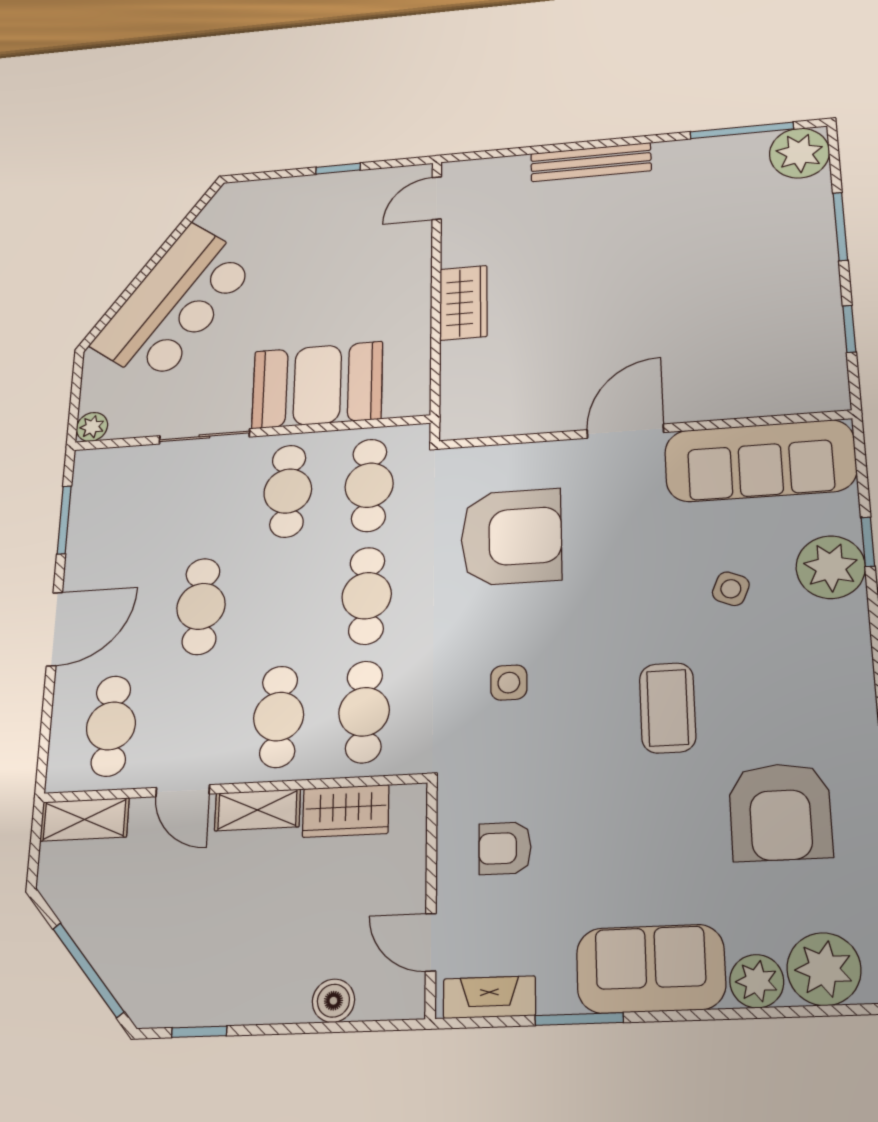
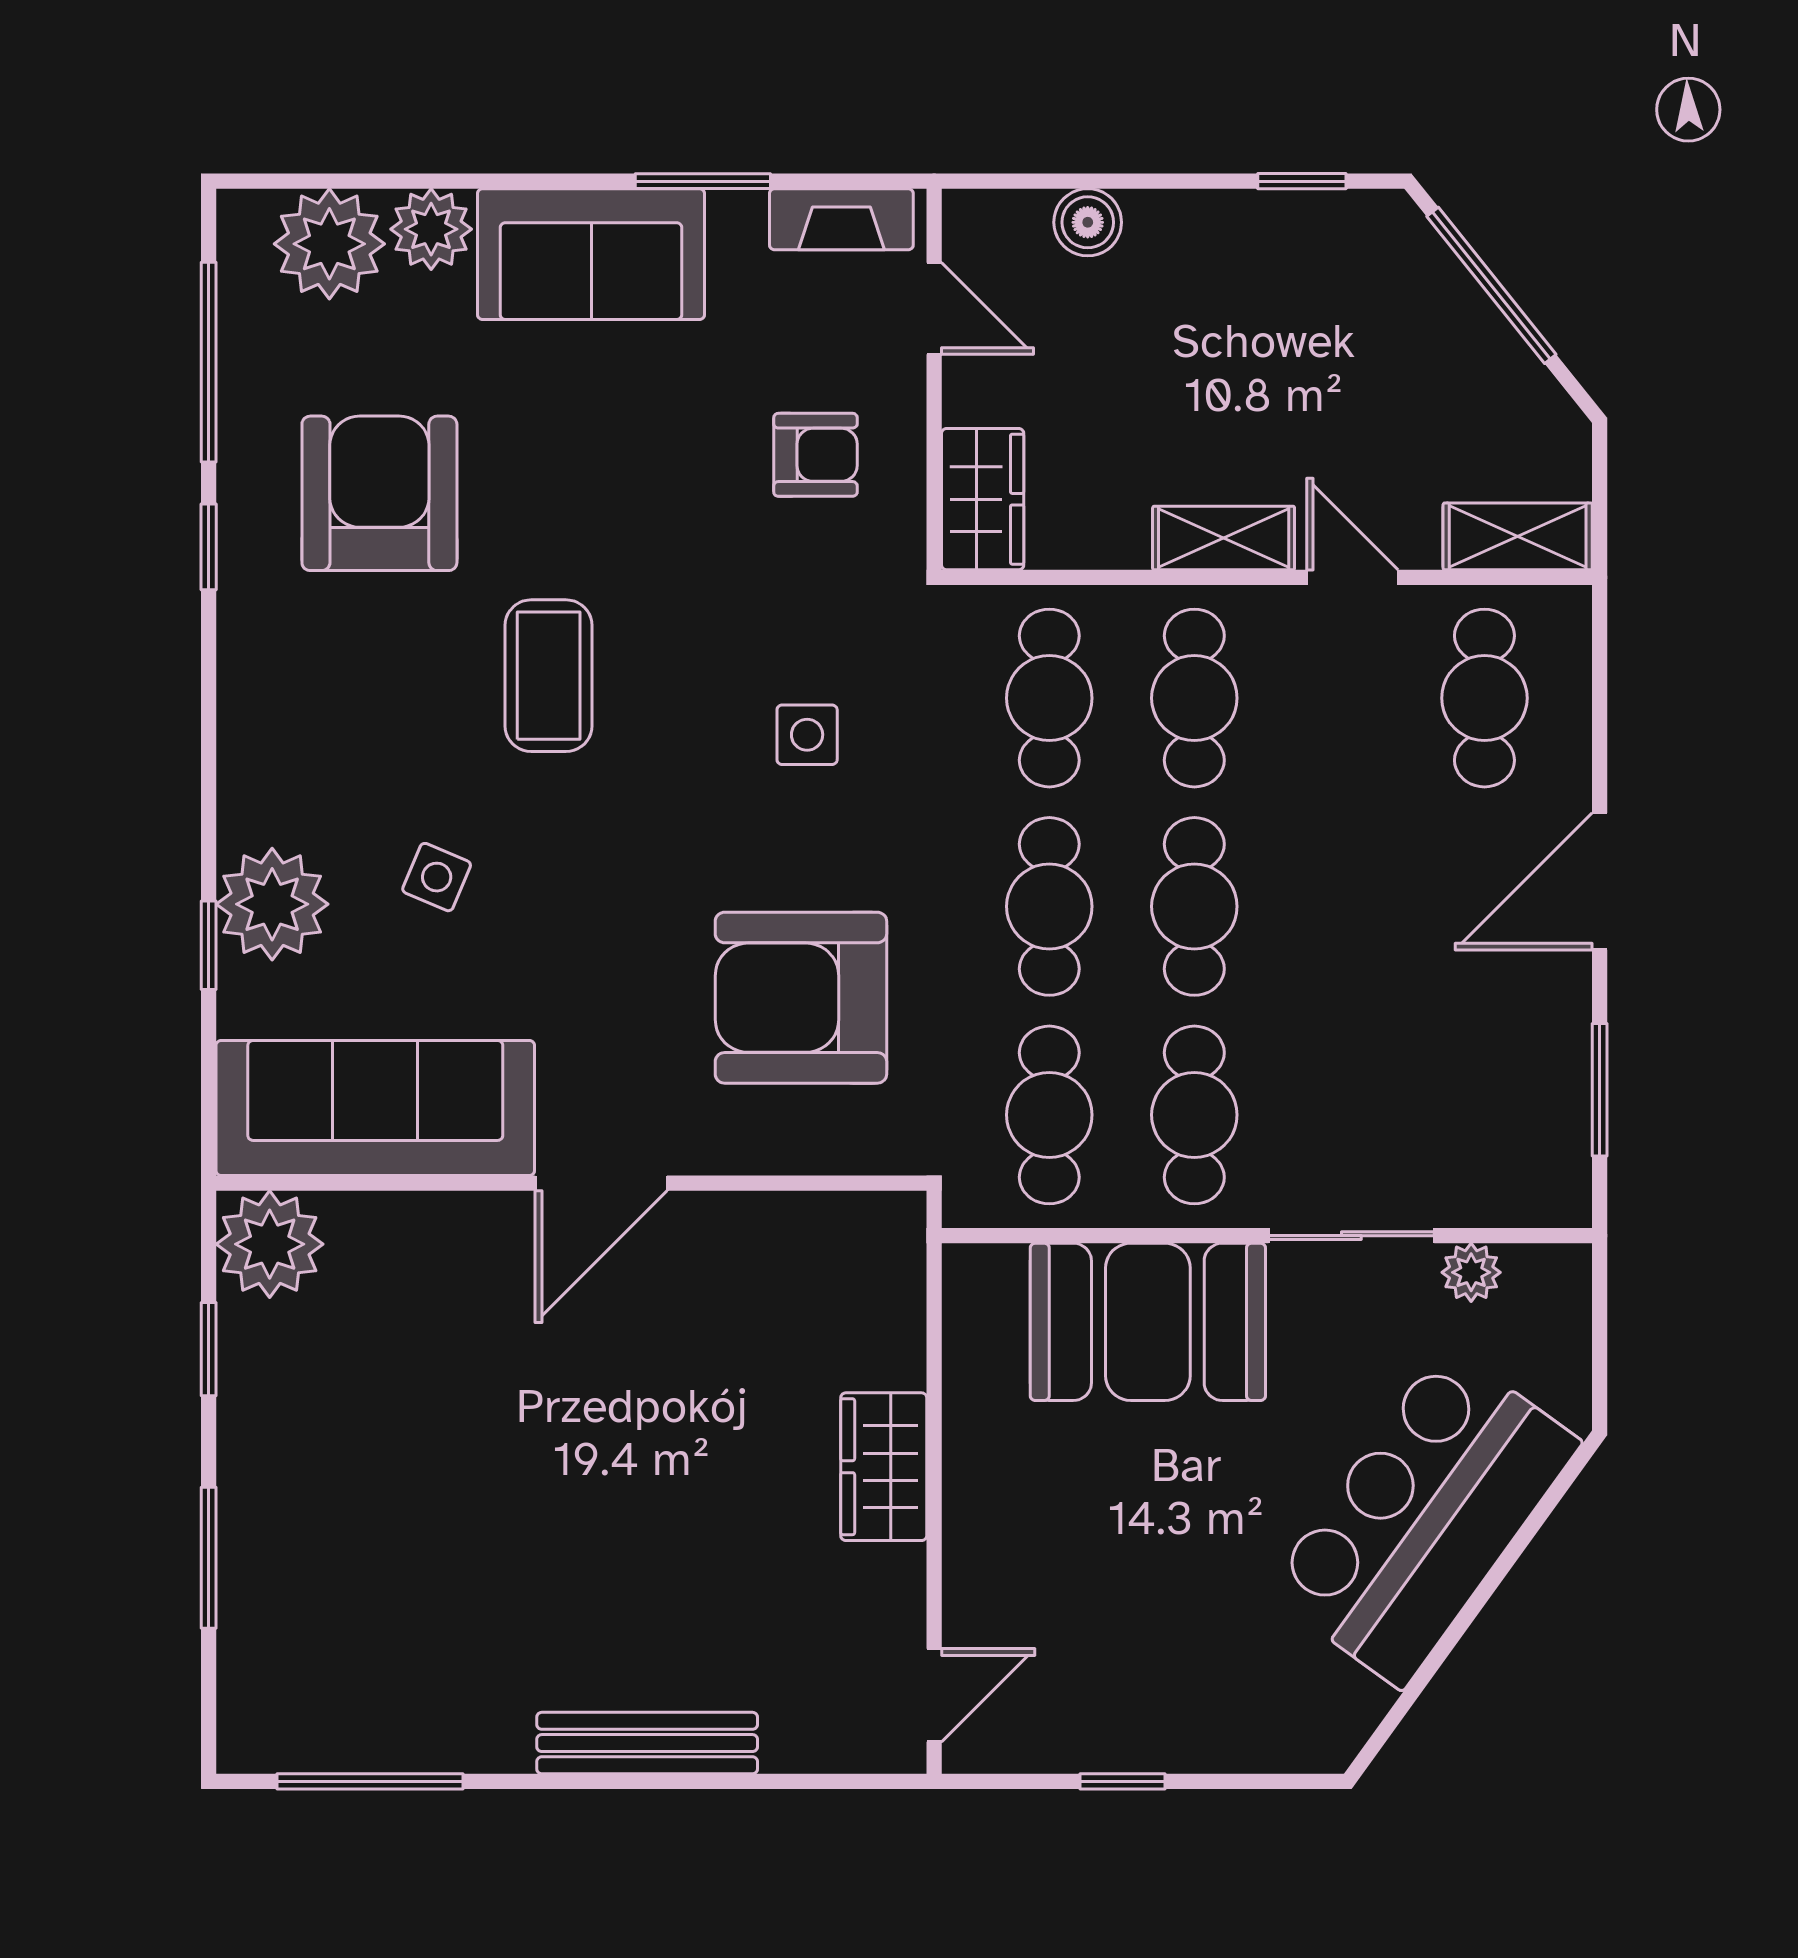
plant: (799, 153) -> (270, 1244), moved
plant: (92, 427) -> (1471, 1272), moved
cafe table: (201, 606) -> (1194, 906), moved
wardrobe: (346, 811) -> (983, 499), moved, turned 90

